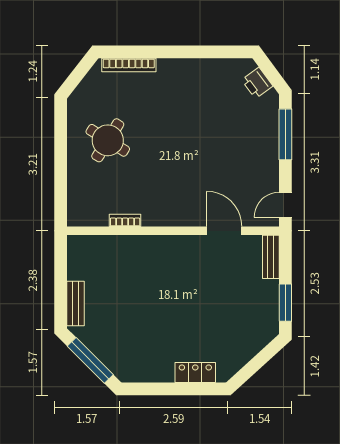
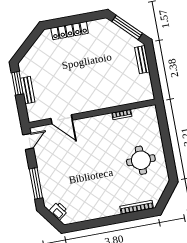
round table: (108, 140) -> (141, 160), turned -32
bench: (271, 257) -> (28, 90), moved
locker: (195, 373) -> (70, 31), width x1.53

